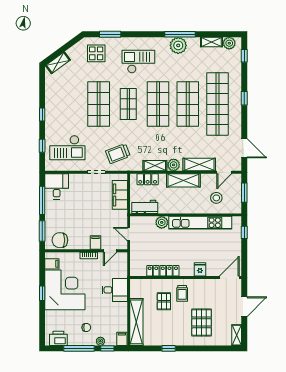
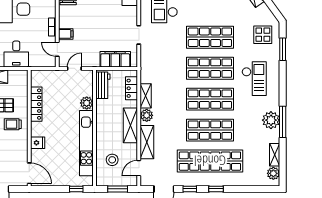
window: (244, 56) -> (190, 189), moved
shop shelf: (128, 104) -> (210, 68), width x1.43, depth x1.36
trolley: (118, 154) -> (158, 57), removed
door: (224, 172) -> (139, 168), hinge flipped

